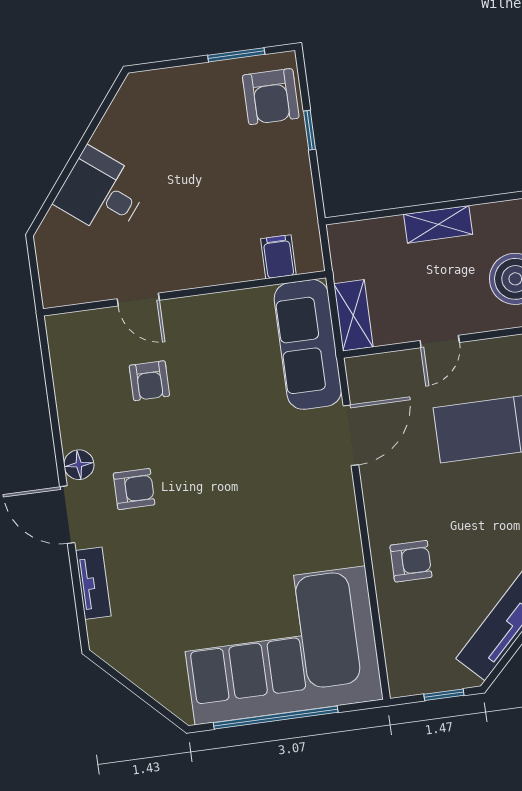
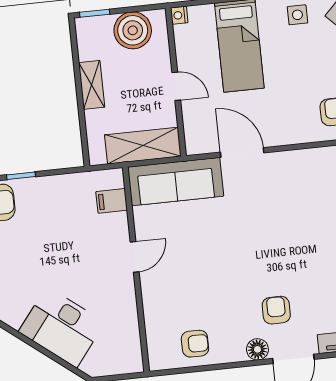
desk: (102, 193) -> (62, 327), width x1.37
door: (138, 300) -> (135, 257), moved
shelving: (353, 315) -> (143, 146), width x1.50, depth x1.33
armchair: (149, 381) -> (195, 344), moved

